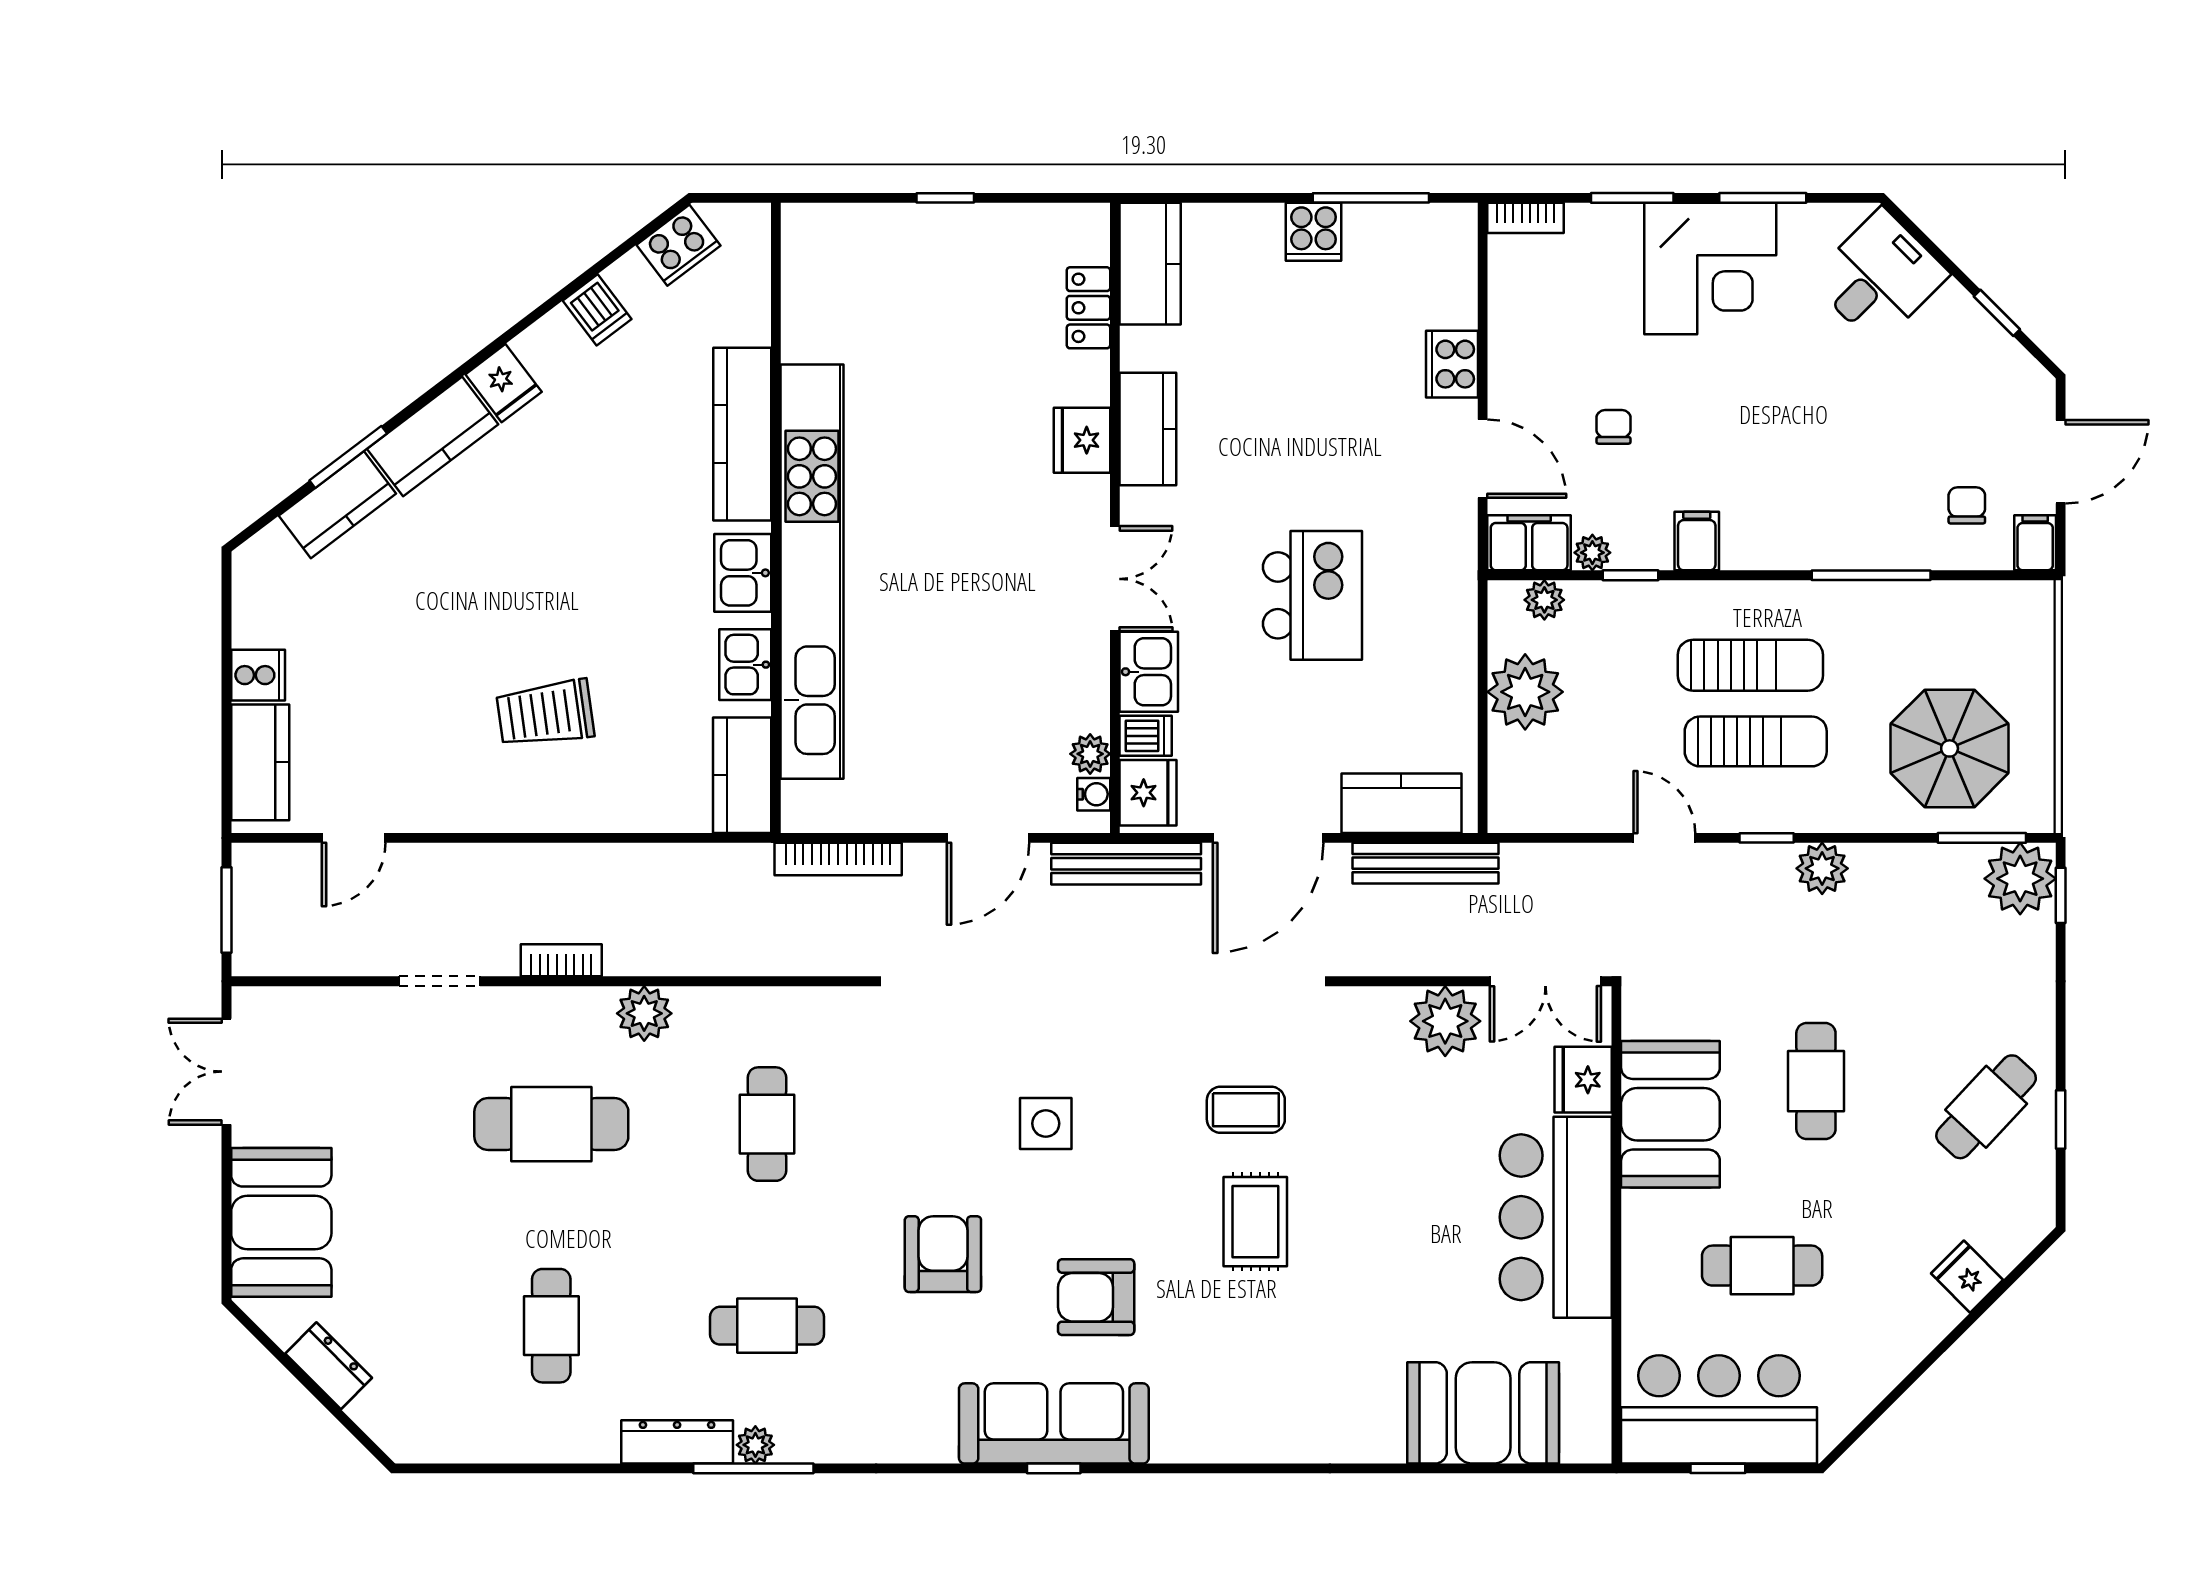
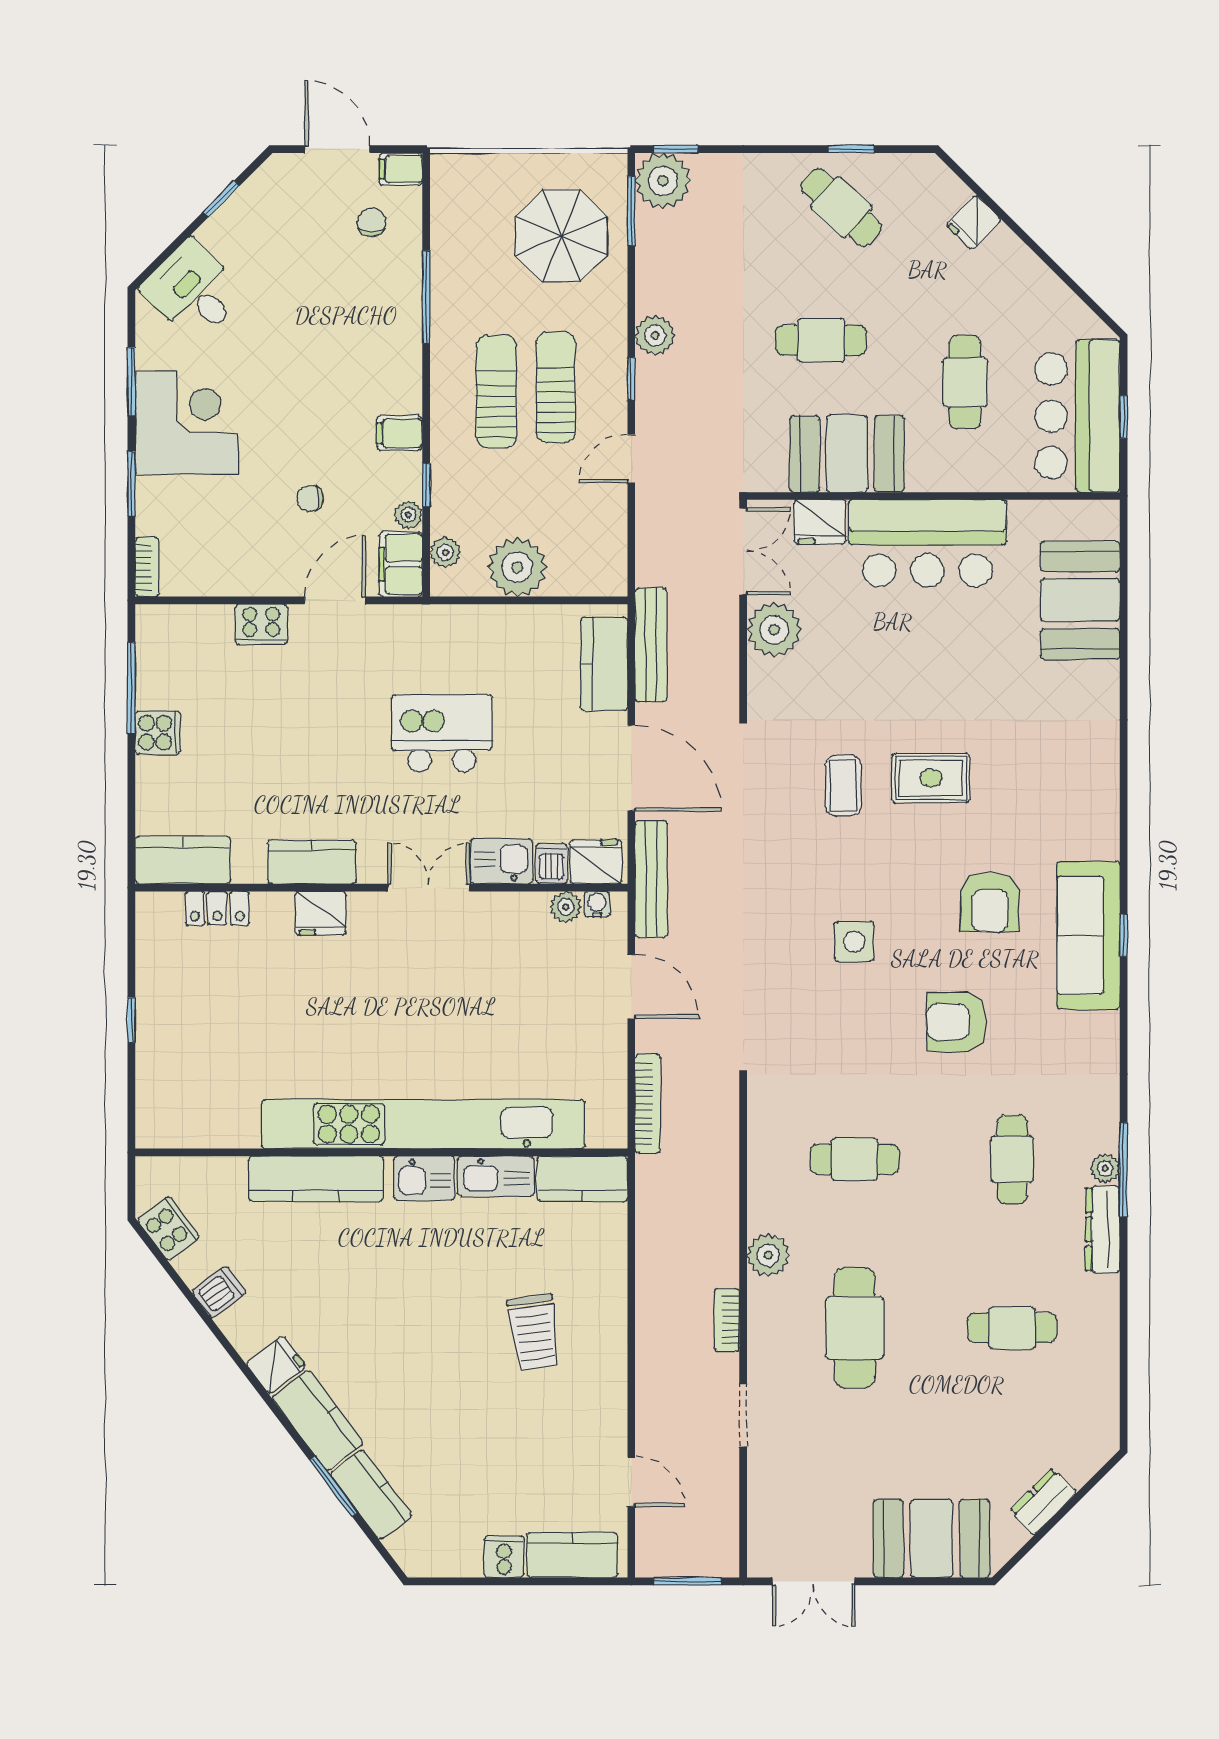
chair: (1967, 505) -> (372, 222), turned 90
kitchen sink: (745, 665) -> (496, 1176), width x1.38

